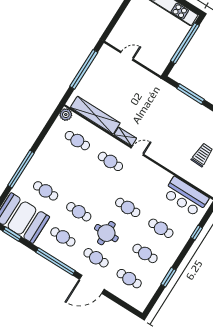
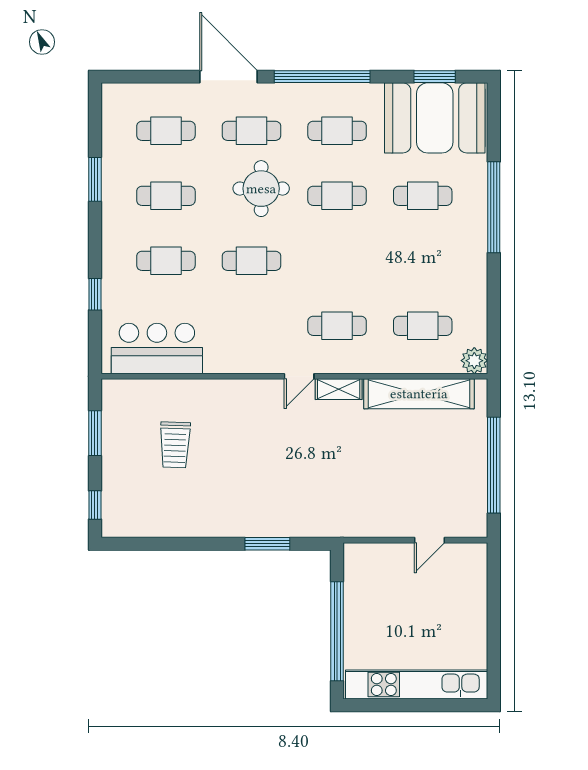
window: (191, 94) -> (267, 544), width x0.69
door: (92, 284) -> (229, 77), hinge flipped

